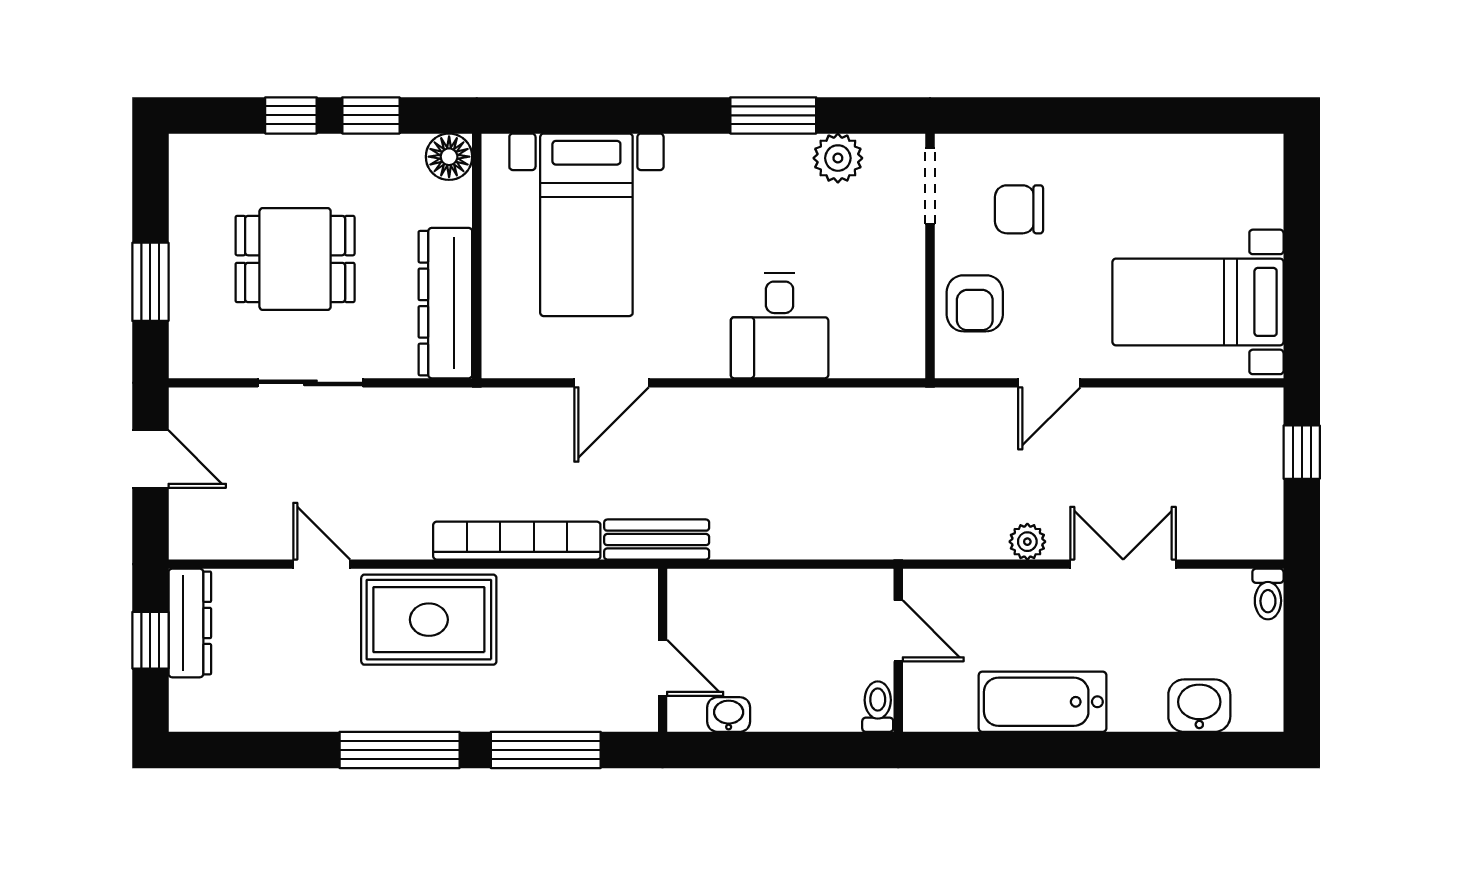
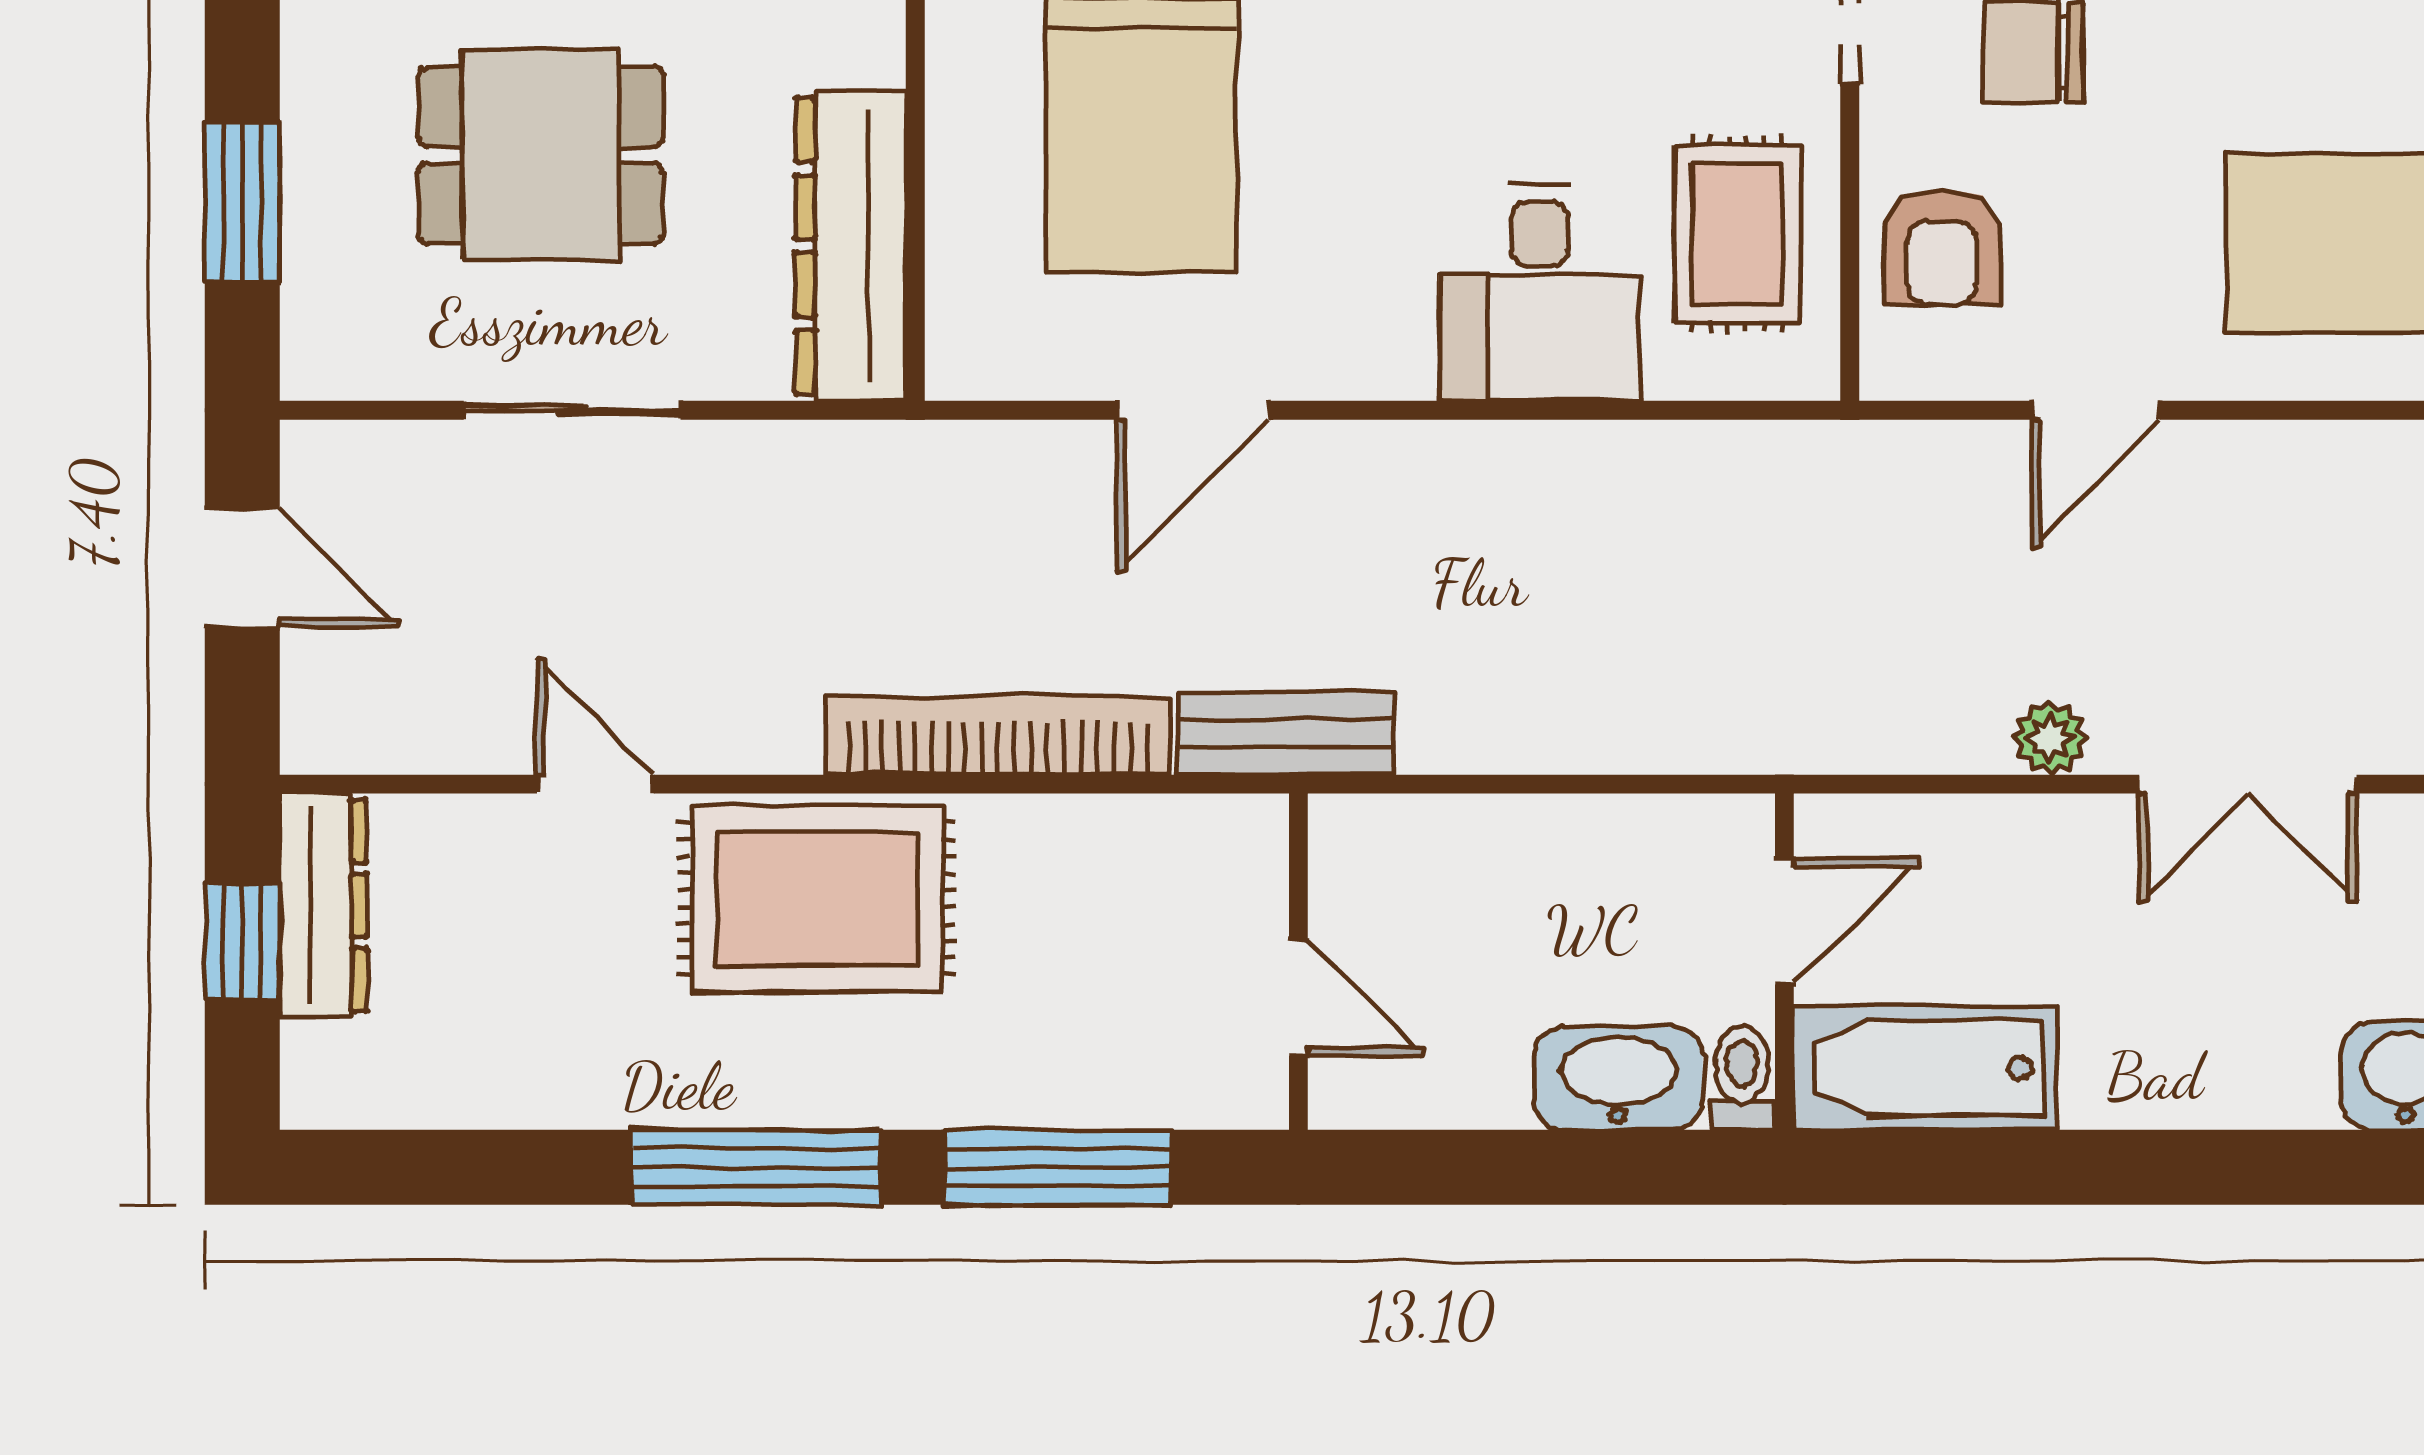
rug: (875, 297) -> (1737, 234), added
double door: (1123, 564) -> (2248, 784), swing flipped
door: (898, 631) -> (1784, 922), hinge flipped
bathtub: (1043, 702) -> (1925, 1068), moved
washbasin: (729, 714) -> (1618, 1078), moved, width x1.91, depth x1.45

